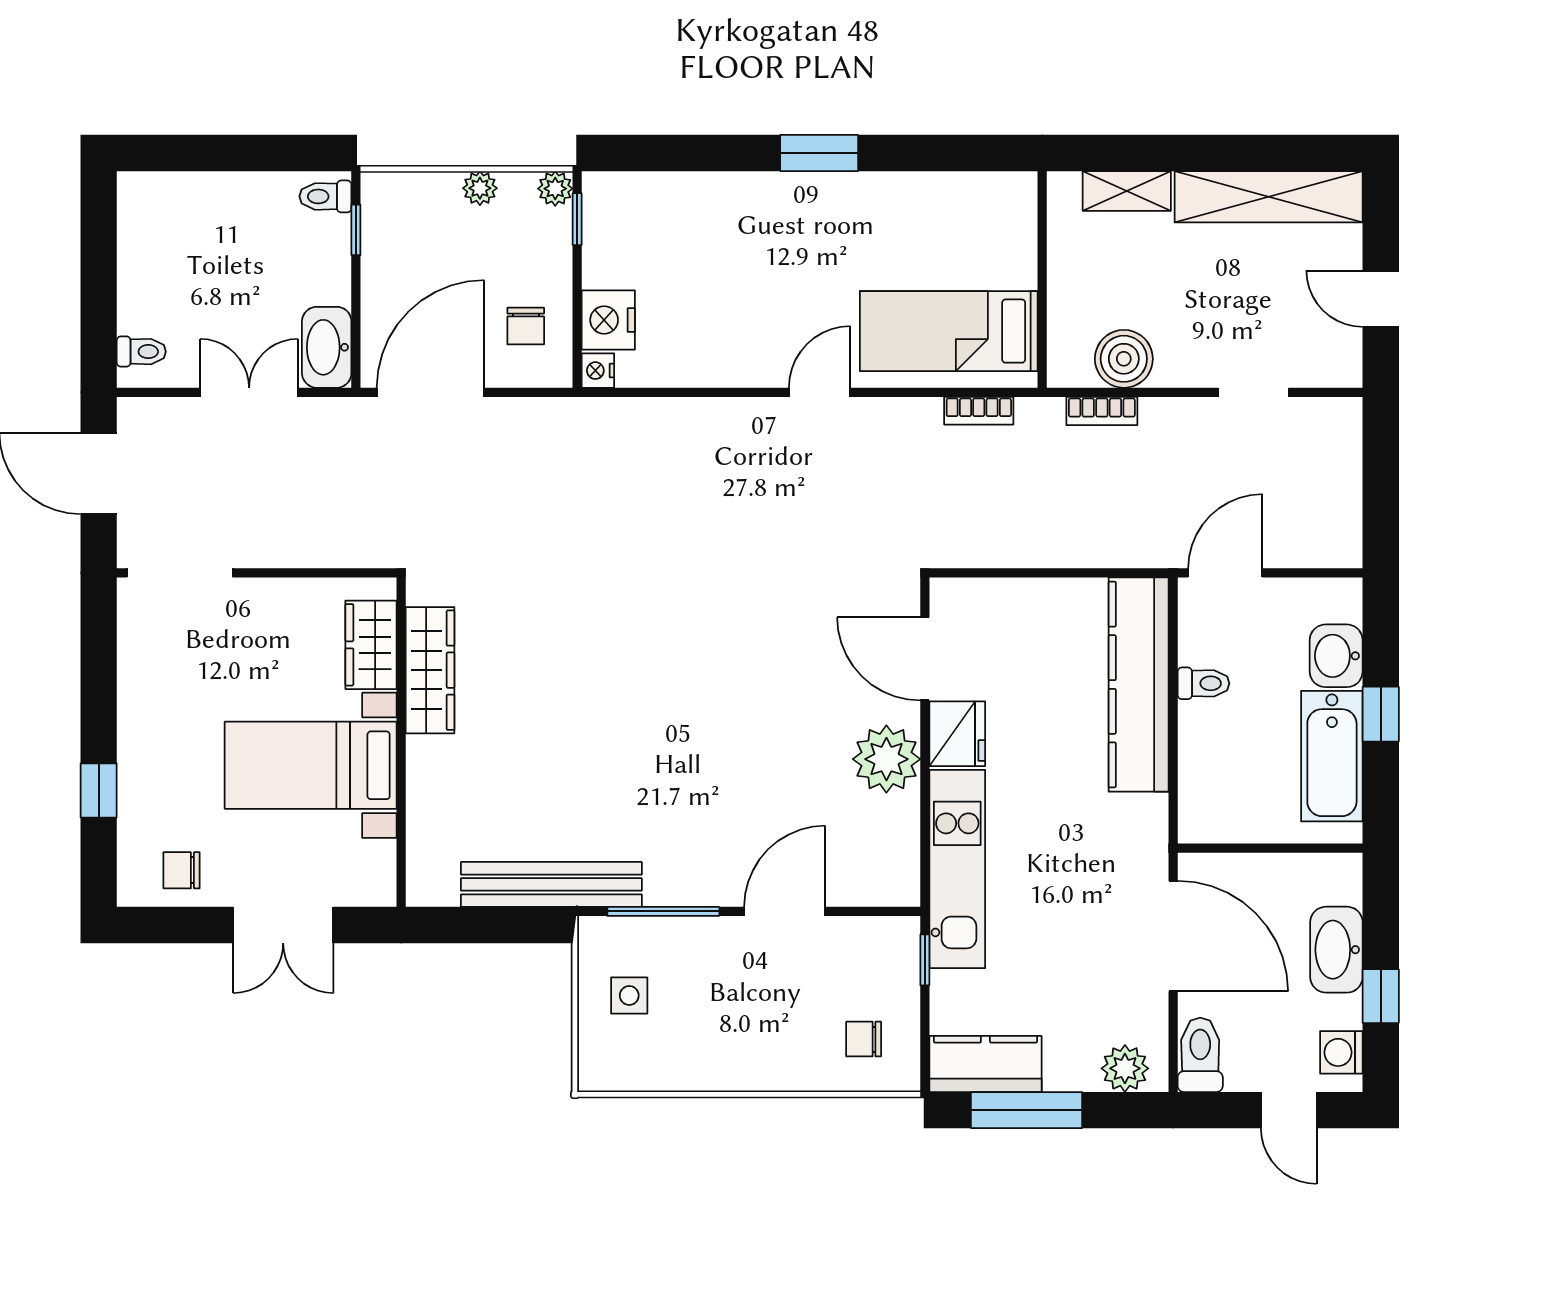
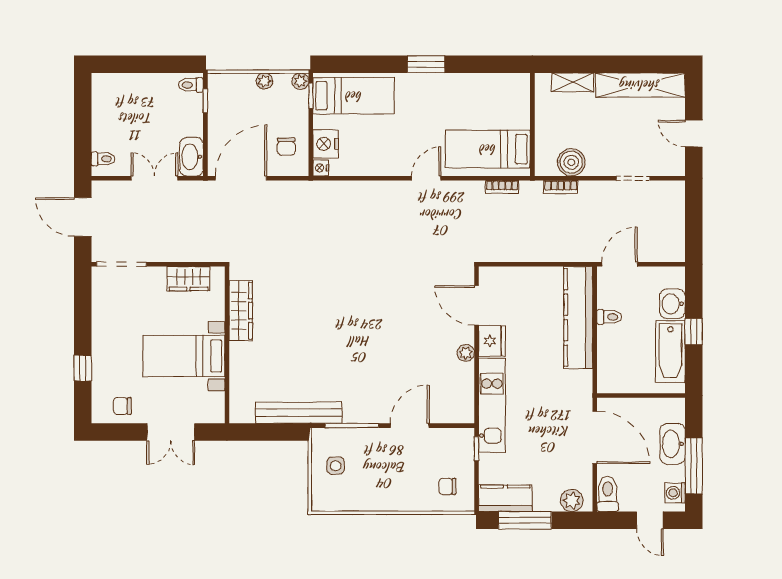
bed: (667, 219) -> (354, 96), added
wardrobe: (371, 645) -> (188, 279), moved, turned -90
plant: (886, 759) -> (466, 353), width x0.53, depth x0.53
window: (1381, 996) -> (694, 466), width x2.17

